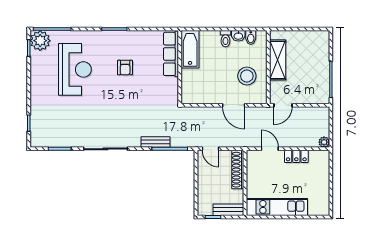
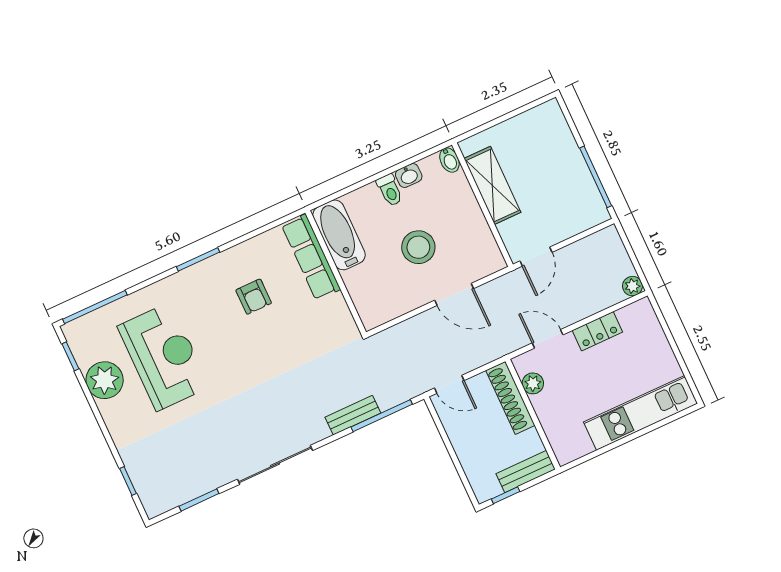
bidet: (251, 37) -> (449, 160), moved
plant: (40, 41) -> (105, 380), moved
armchair: (125, 68) -> (254, 297), moved
stool: (247, 76) -> (418, 247), moved
plant: (252, 168) -> (533, 383), added
kitchen unit: (277, 207) -> (641, 413), moved

